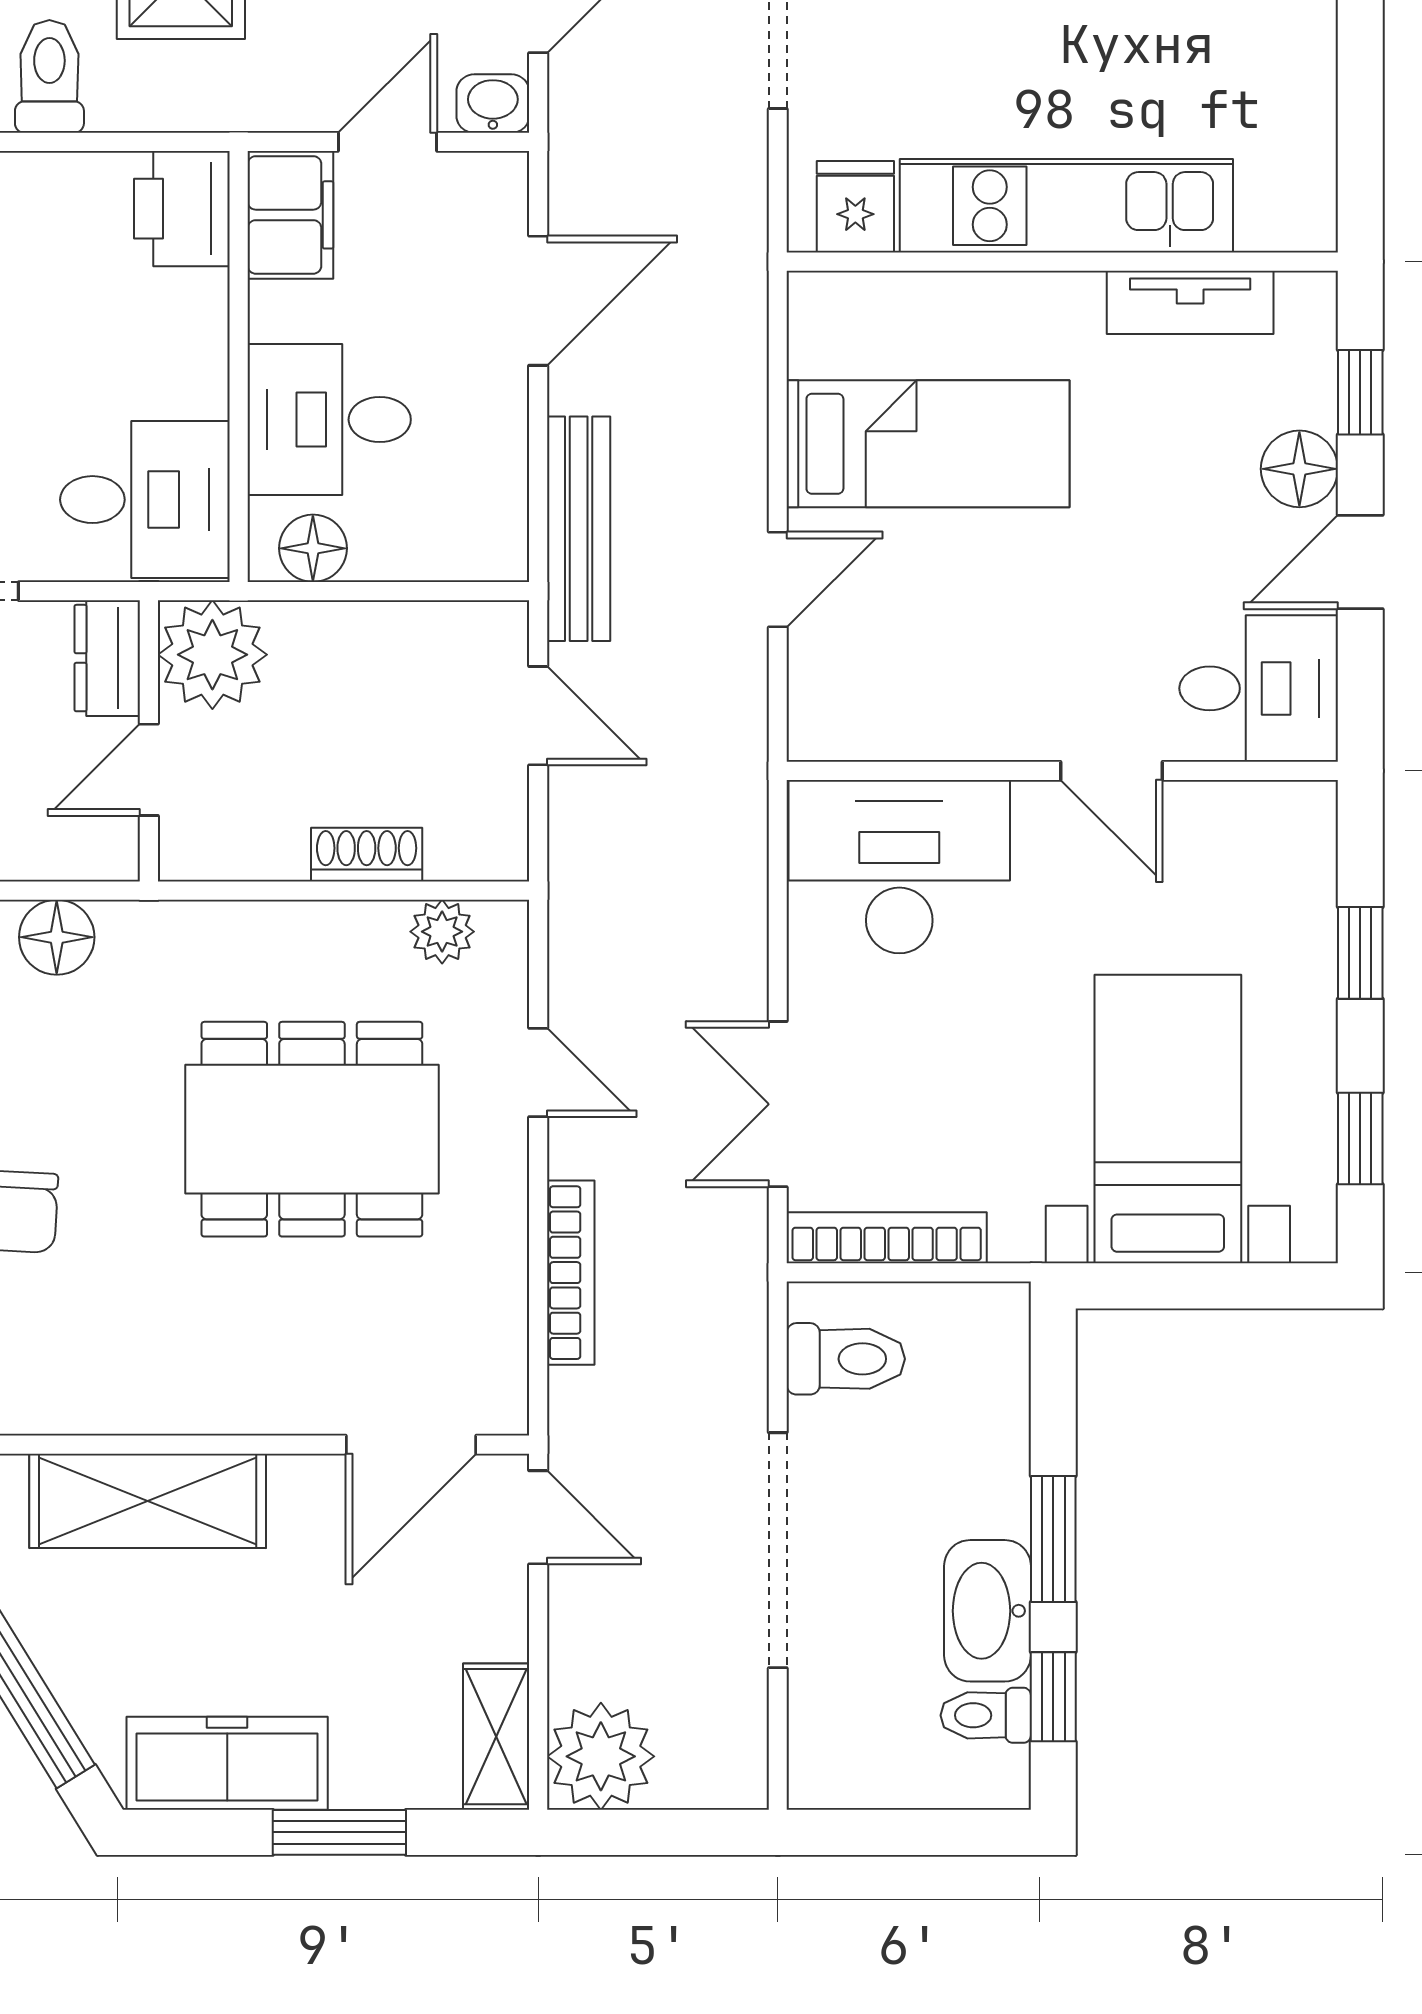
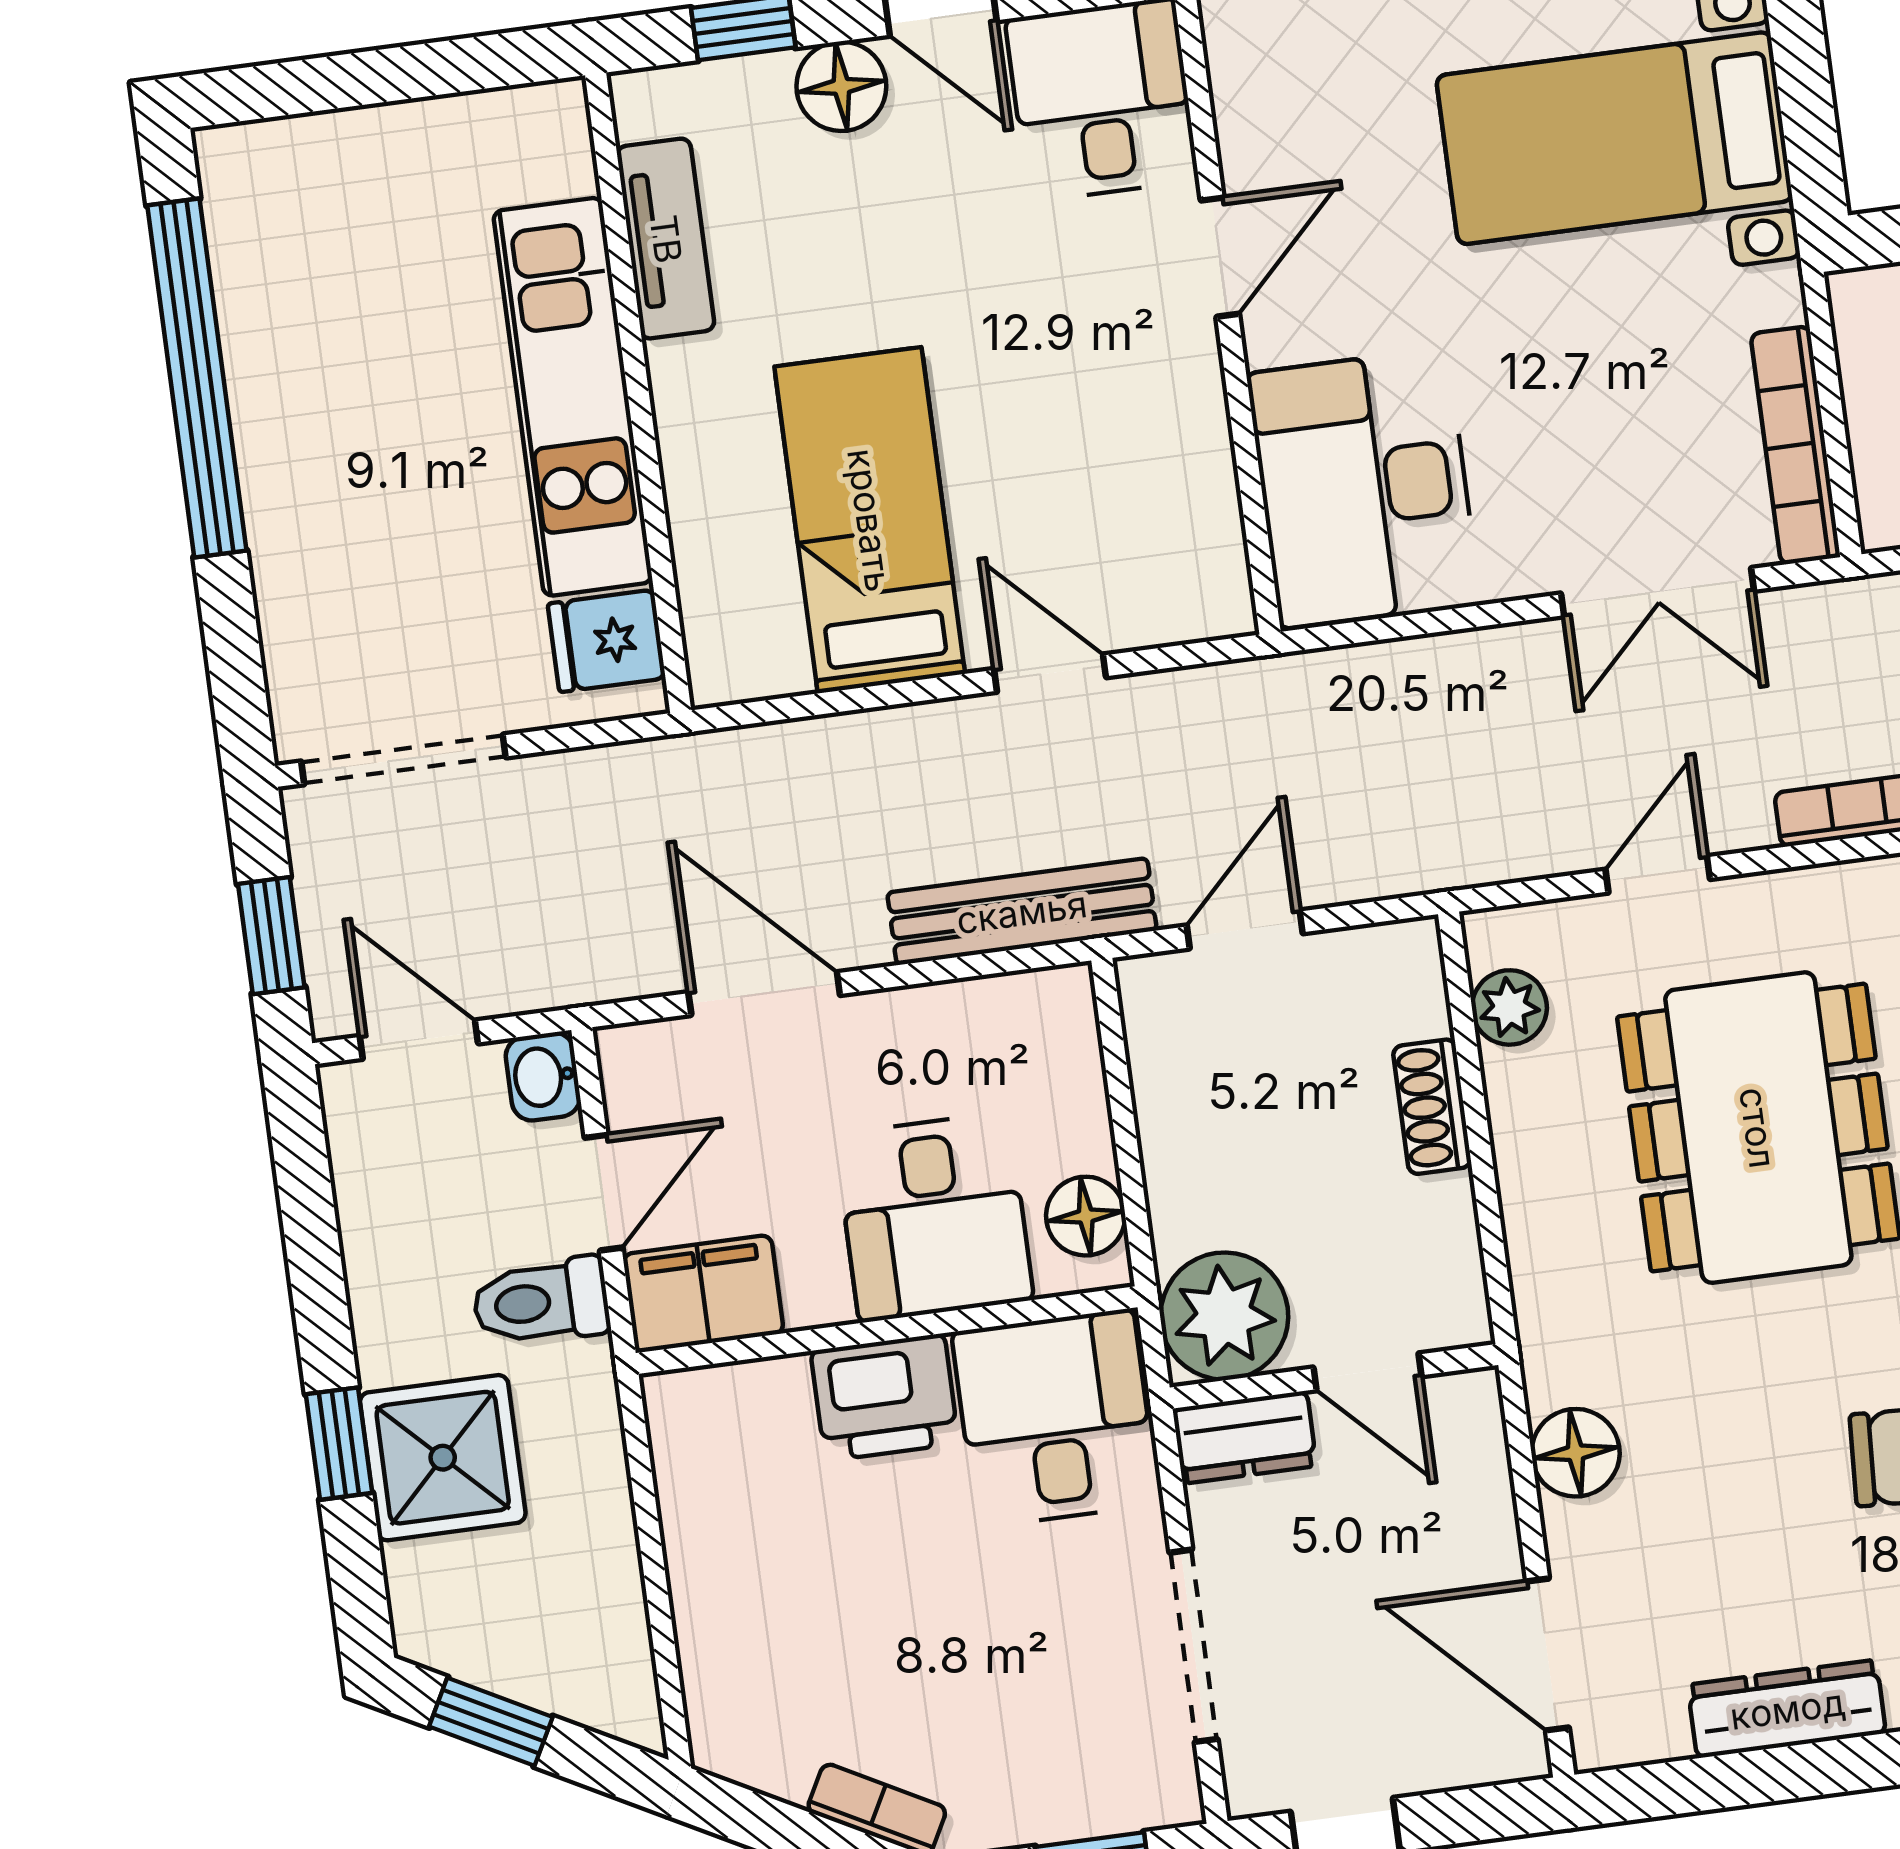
toilet: (49, 76) -> (541, 1302), moved
door: (387, 142) -> (604, 1193), swing flipped
printer: (182, 209) -> (885, 1397), moved

